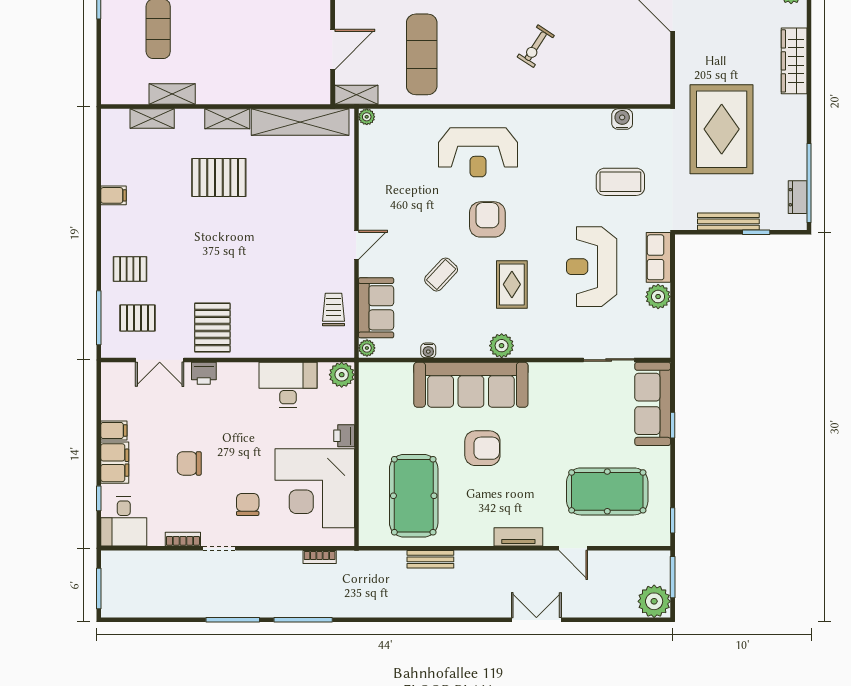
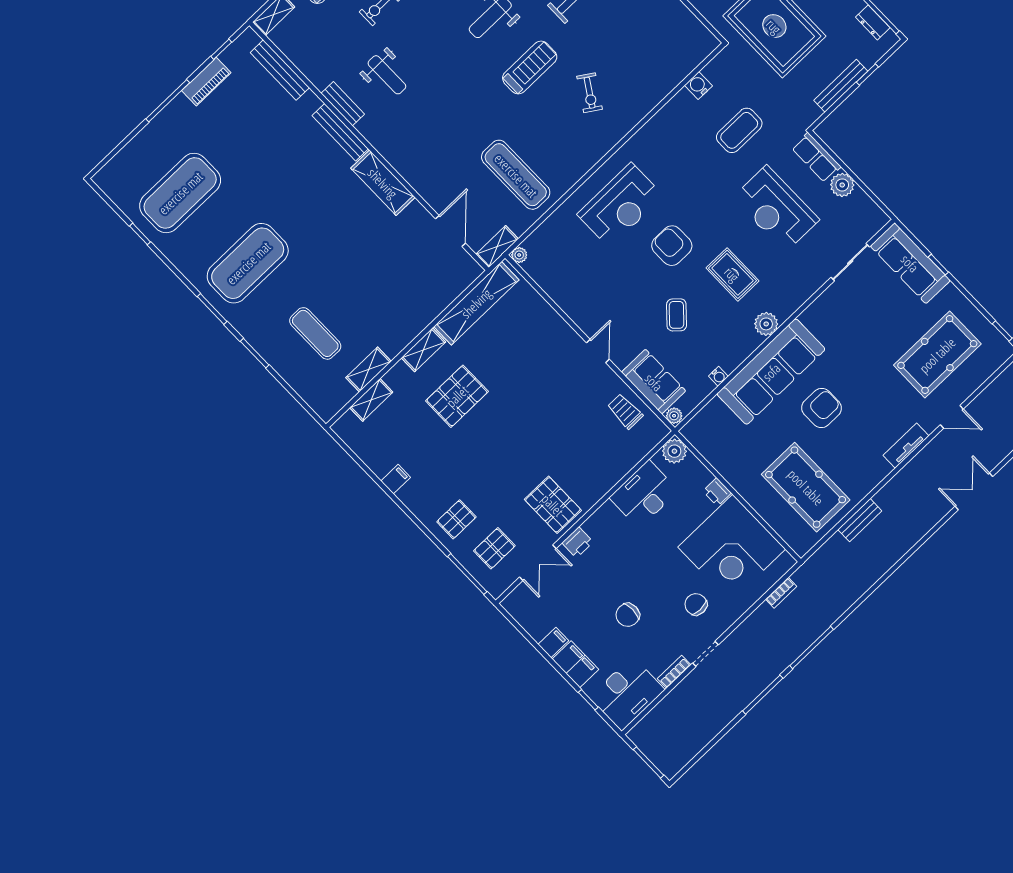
desk: (124, 522) -> (627, 693), width x1.37

